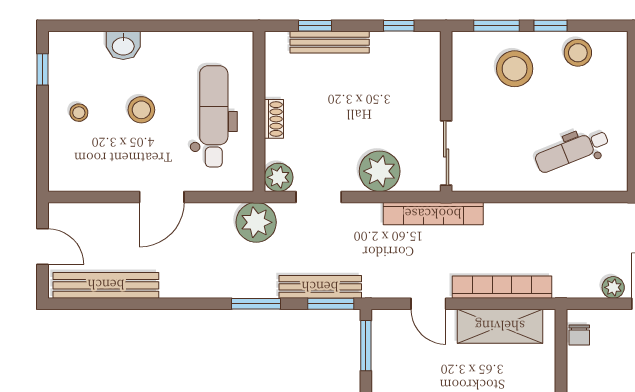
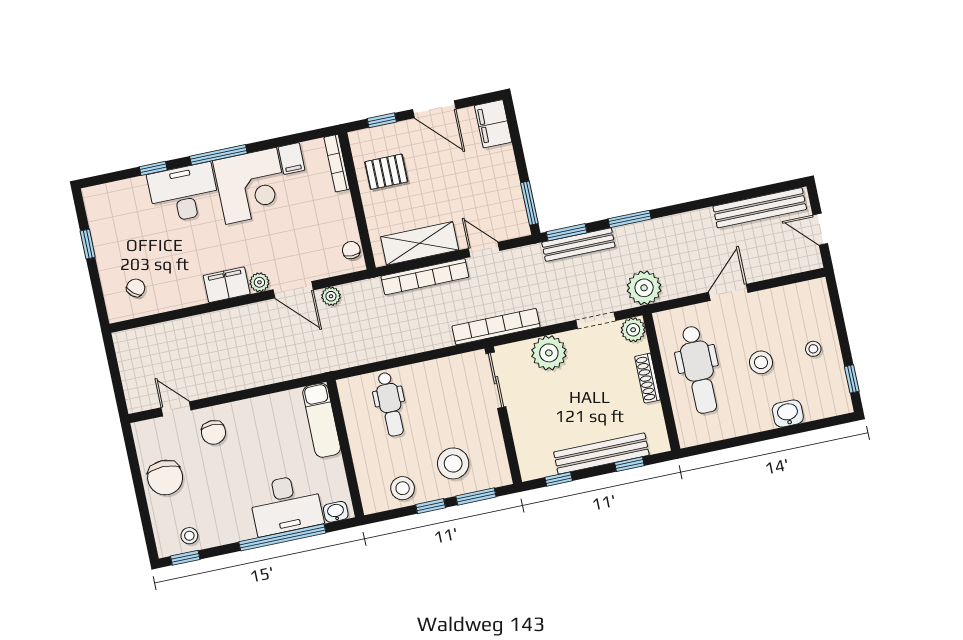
bench: (330, 42) -> (601, 454), width x1.37, depth x1.21
shoe rack: (274, 119) -> (648, 378), width x1.43
dental chair: (572, 151) -> (390, 404), turned 112

